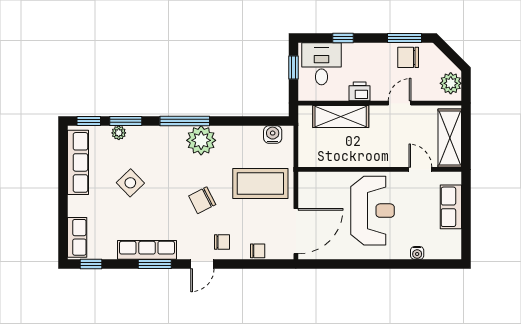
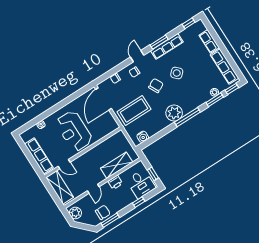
side table: (130, 183) -> (177, 73), moved
row of seats: (451, 207) -> (39, 156), width x1.48
row of seats: (77, 237) -> (209, 41), moved

